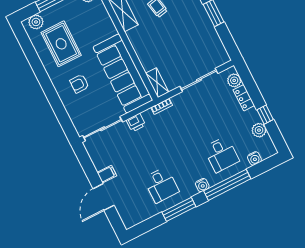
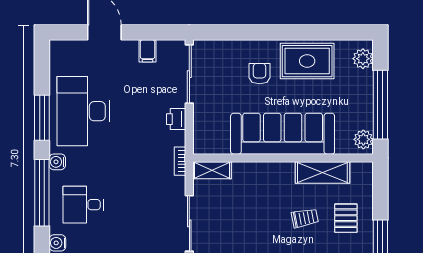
rug: (61, 44) -> (307, 61), moved
sofa: (123, 73) -> (283, 134), moved
filing cabinet: (107, 174) -> (148, 51), moved
desk: (161, 185) -> (83, 111), width x1.87, depth x1.30

